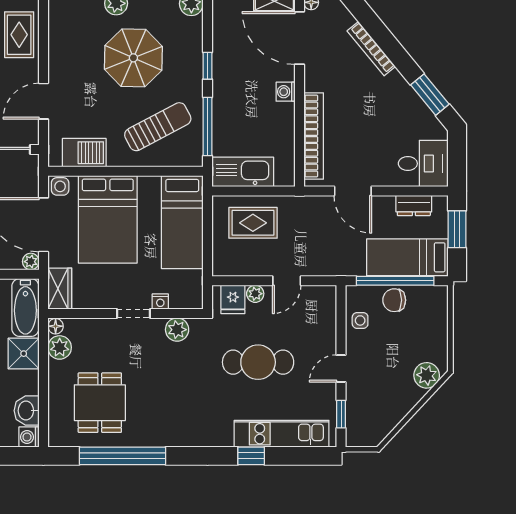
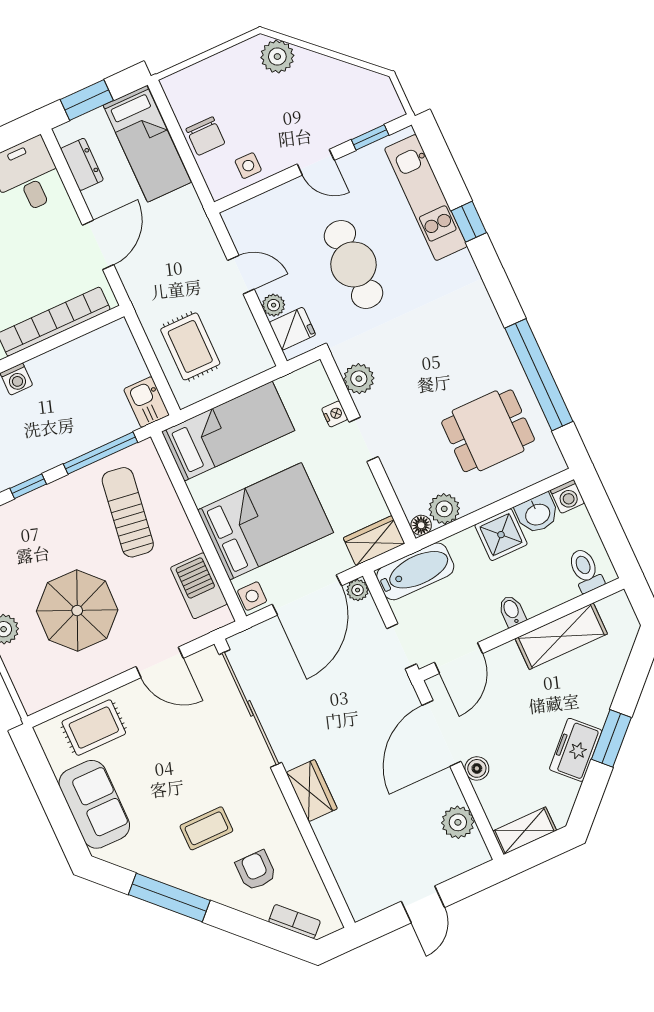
parasol: (133, 58) -> (77, 611), moved
sun lounger: (158, 127) -> (128, 512), turned 36
kitchen sink: (243, 172) -> (146, 402), width x0.53, depth x0.81
window: (395, 281) -> (182, 146), removed
shower: (24, 354) -> (501, 535), moved

